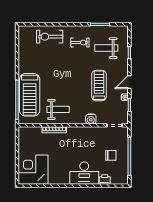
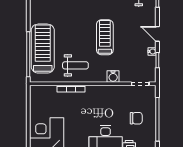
door: (129, 82) -> (157, 34), hinge flipped
treadmill: (99, 86) -> (105, 37), moved
treadmill: (30, 95) -> (43, 49), turned 180

